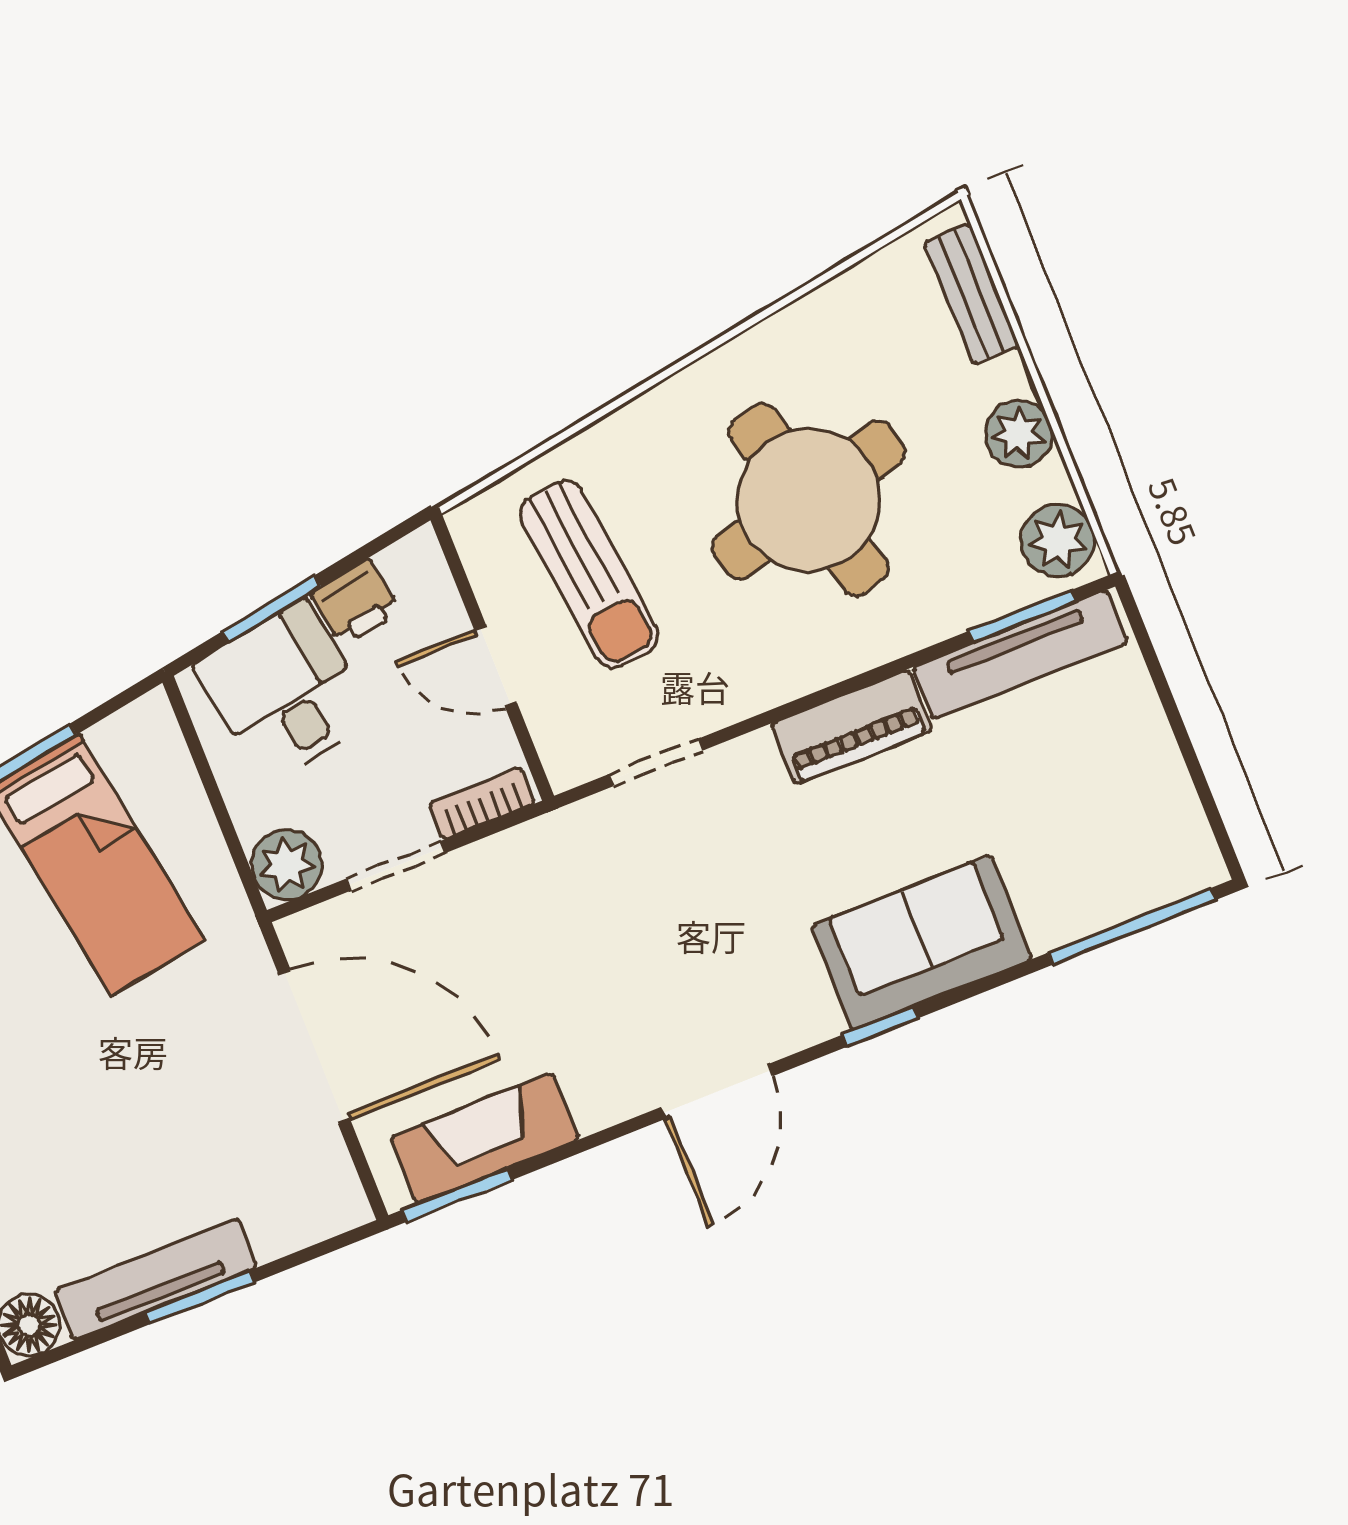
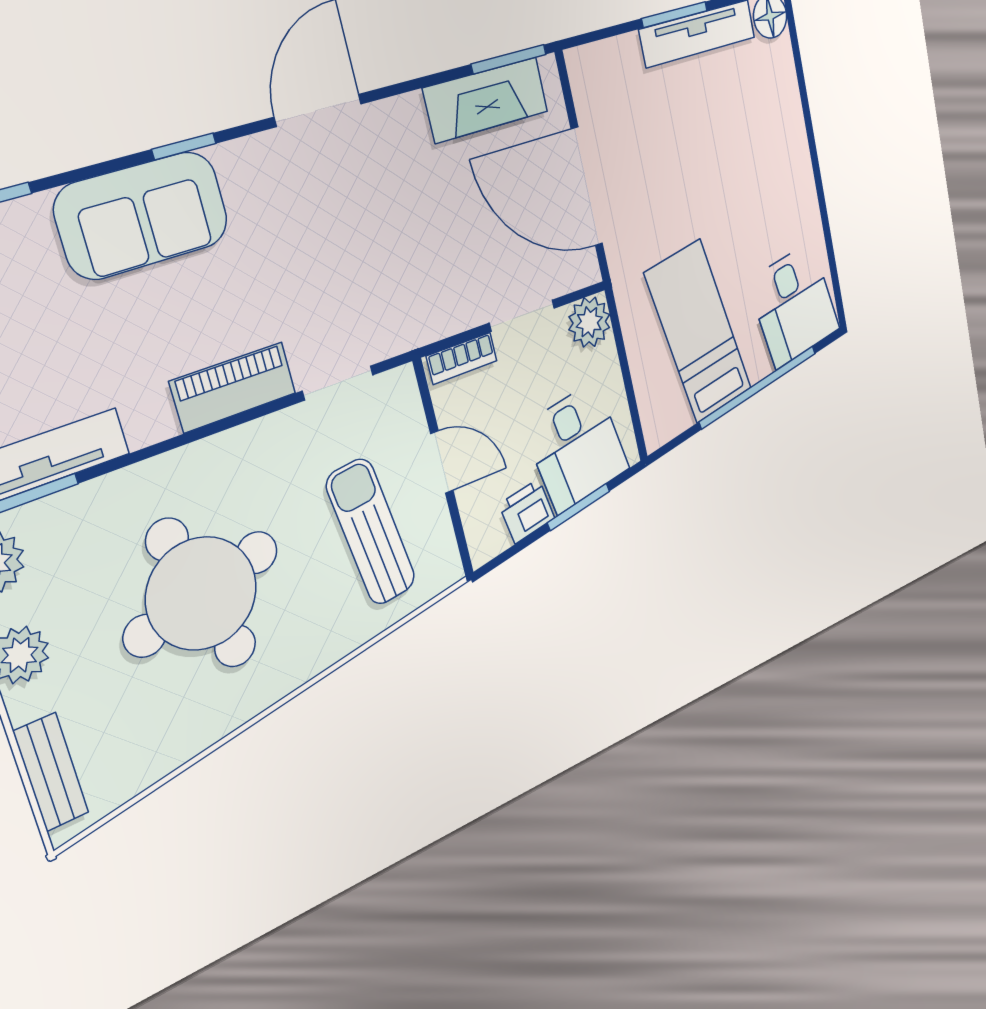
piano: (852, 727) -> (233, 387), moved

